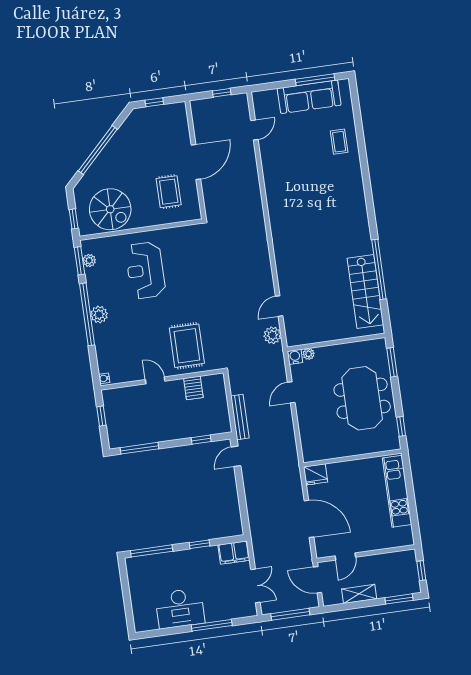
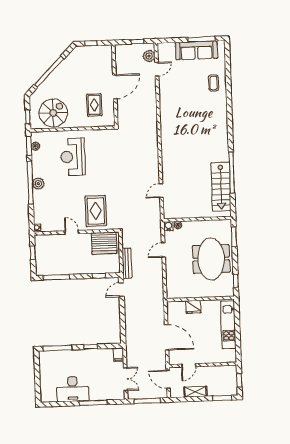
spiral stairs: (110, 209) -> (53, 113), turned -90
plant: (272, 335) -> (149, 56), moved
server rack: (193, 388) -> (104, 243), width x2.18, depth x1.44
fridge: (316, 474) -> (193, 307), moved
filing cabinet: (234, 553) -> (118, 355), width x0.50

